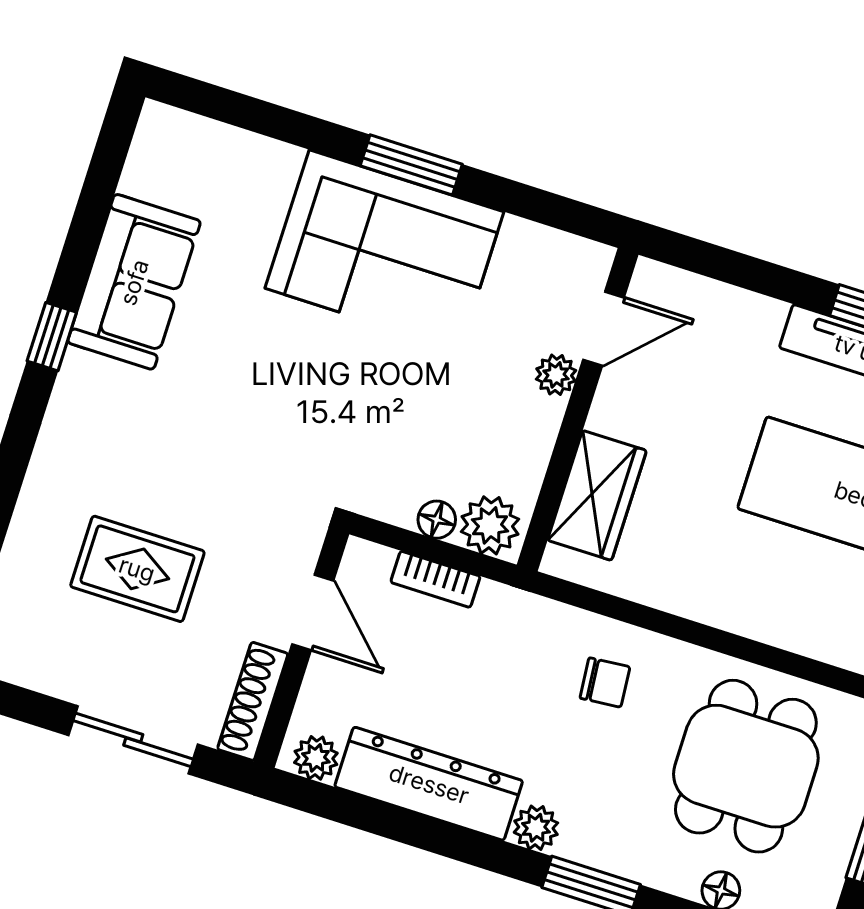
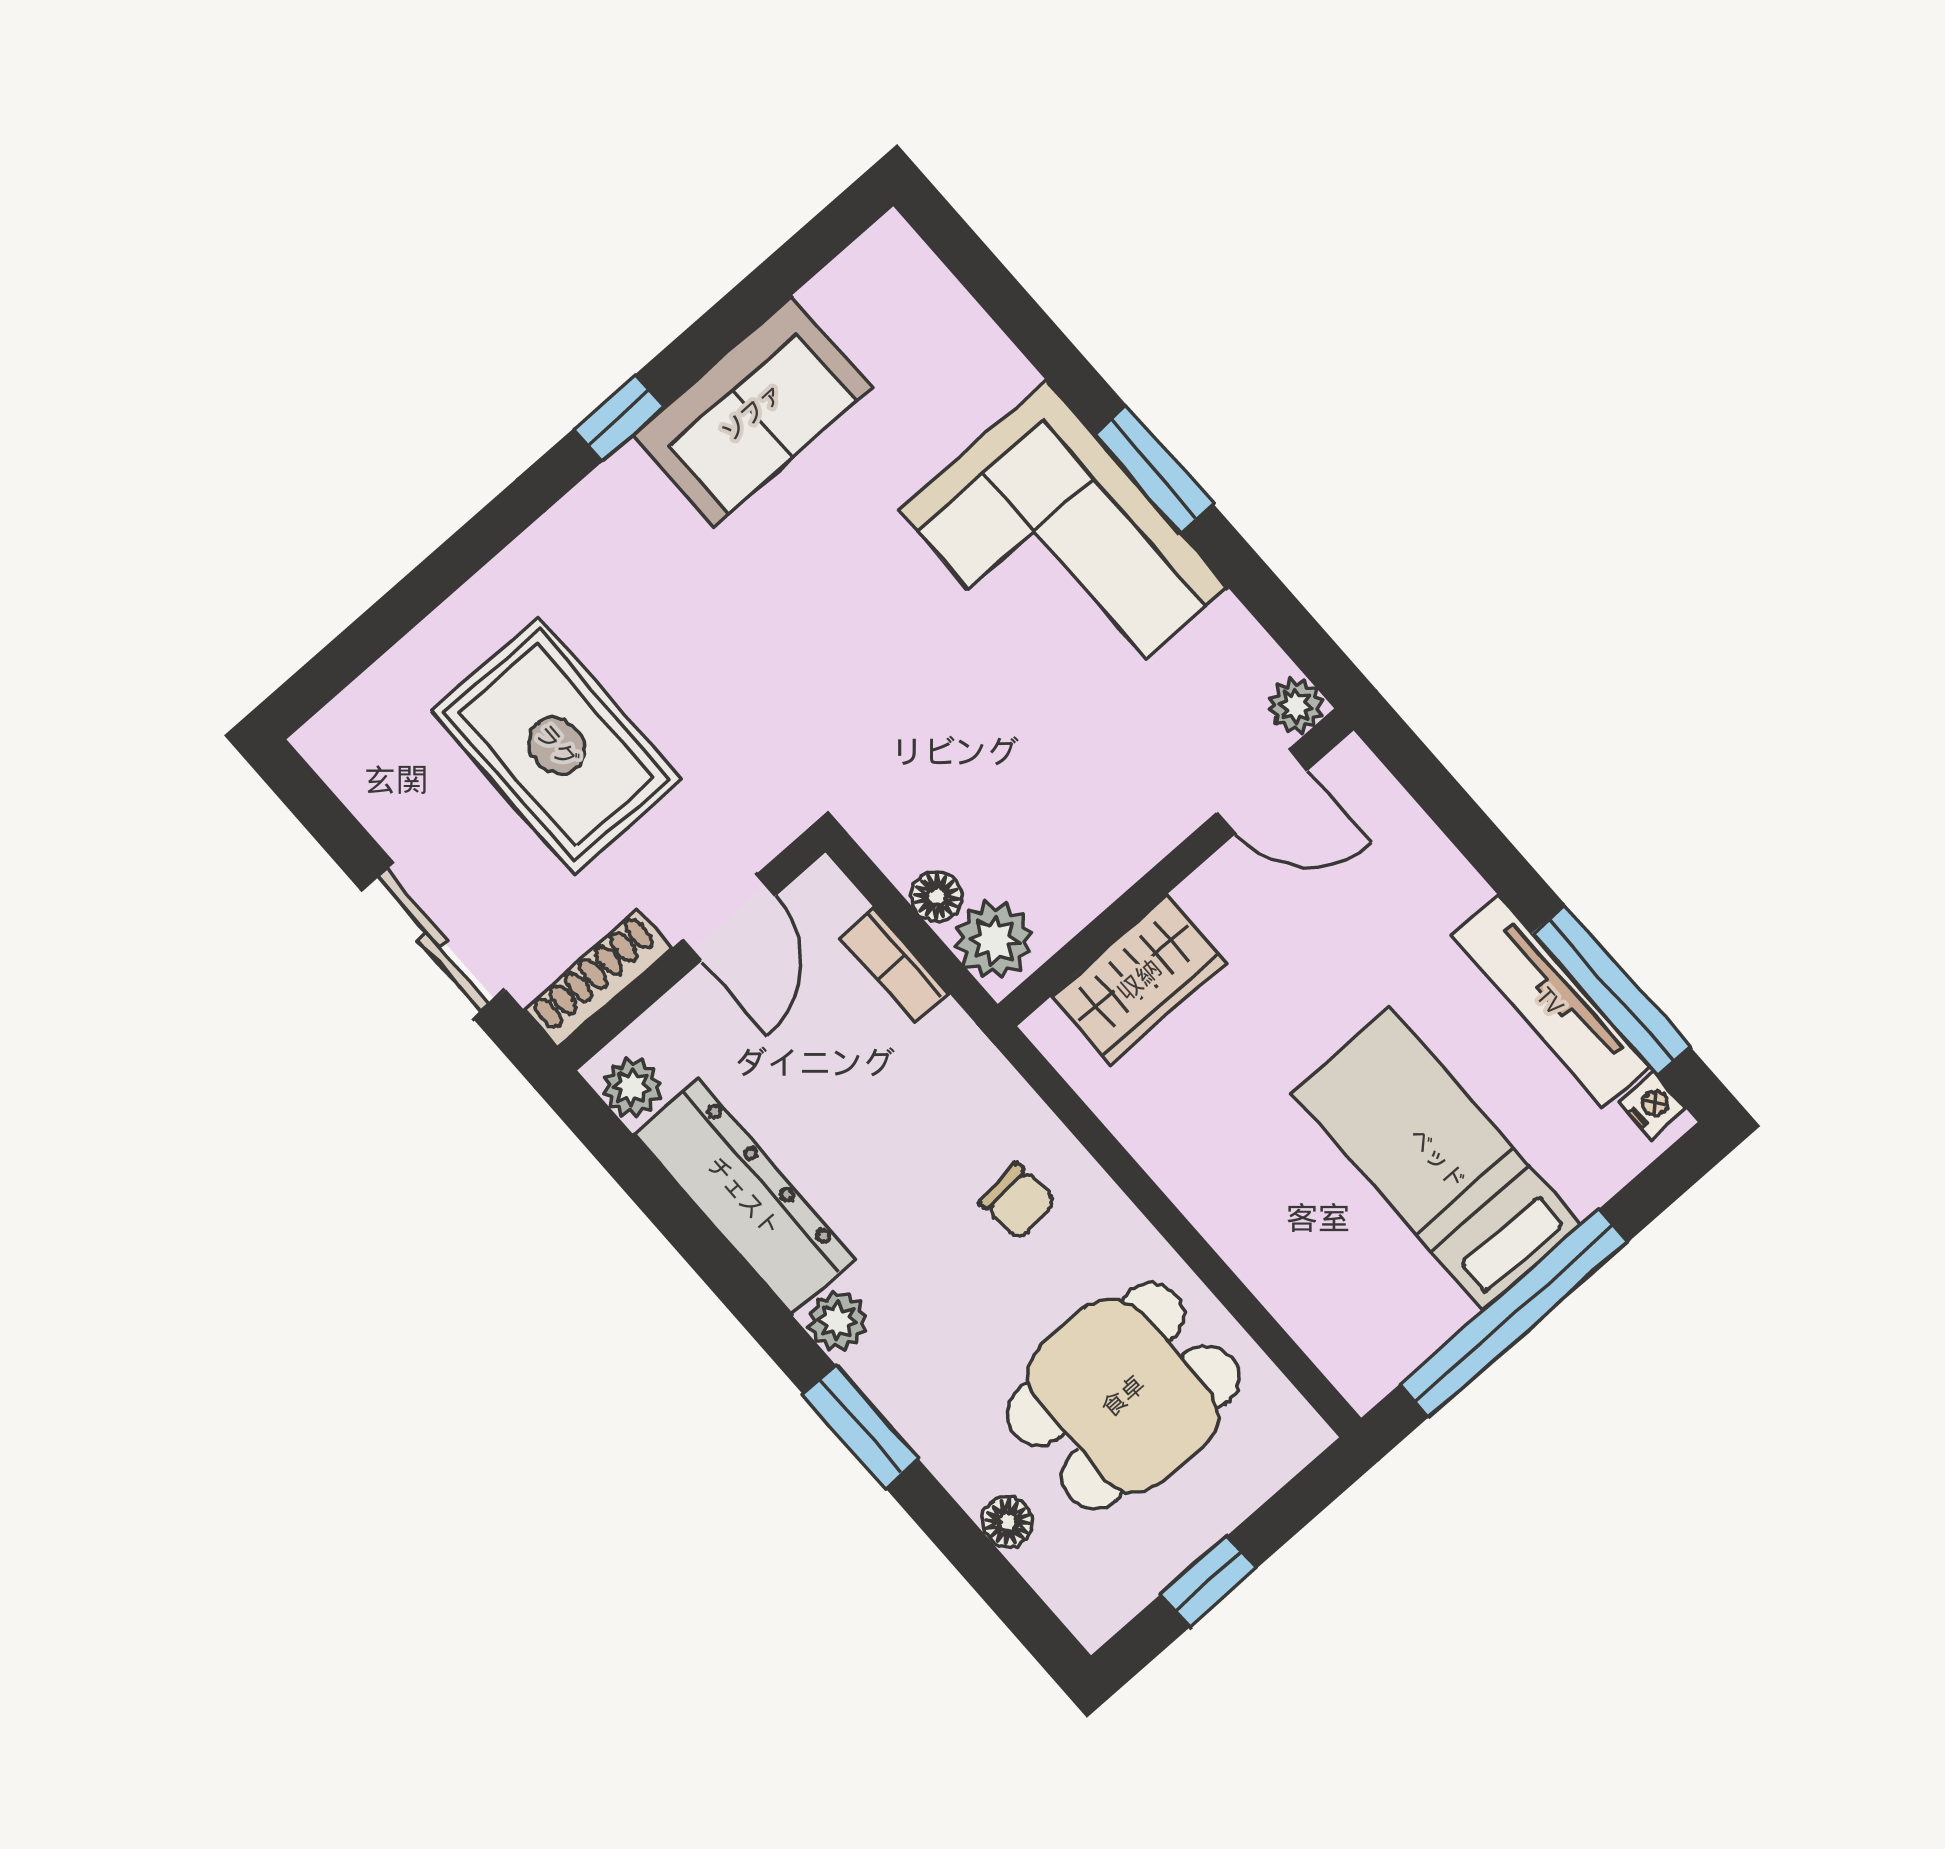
plant: (556, 375) -> (1296, 706), moved
rug: (137, 569) -> (557, 746), width x1.36, depth x1.43

